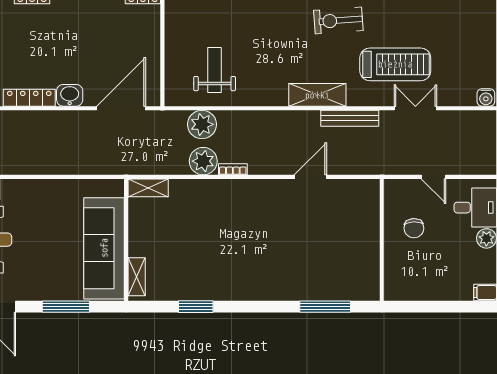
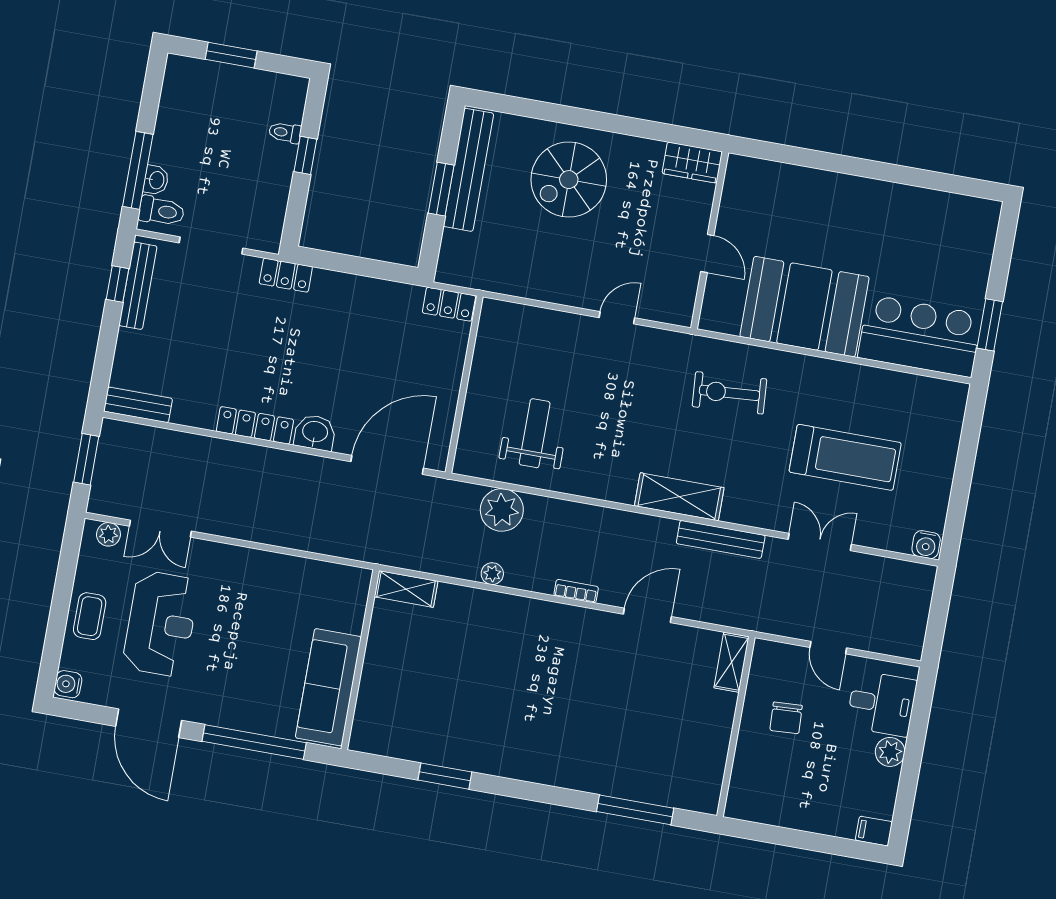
treadmill: (395, 64) -> (845, 457), moved
plant: (203, 161) -> (492, 574), width x0.53, depth x0.53
bookcase: (233, 169) -> (576, 591), moved
sofa: (104, 248) -> (328, 687), width x0.74, depth x0.79
shelving: (137, 277) -> (731, 662), moved
window: (66, 307) -> (254, 742), width x1.46

